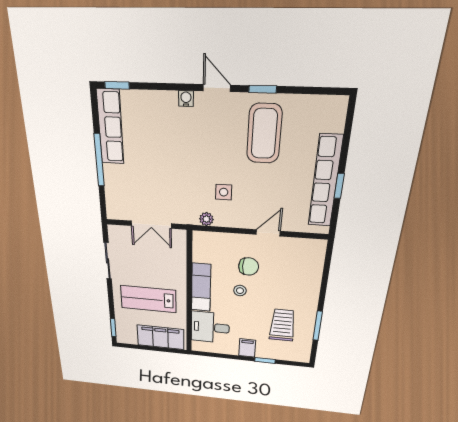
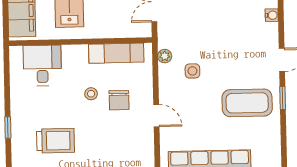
water cooler: (186, 99) -> (272, 15), moved
exam couch: (201, 287) -> (116, 53), moved
filing cabinet: (247, 348) -> (22, 107), removed

